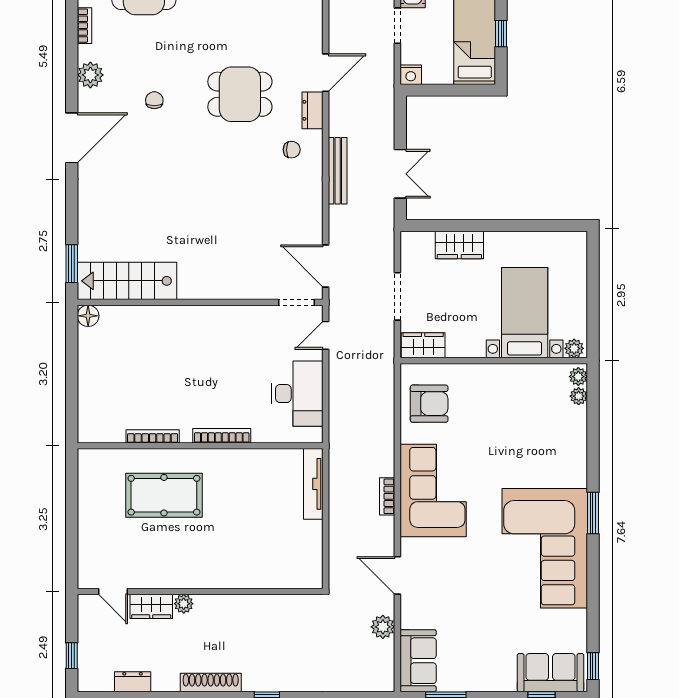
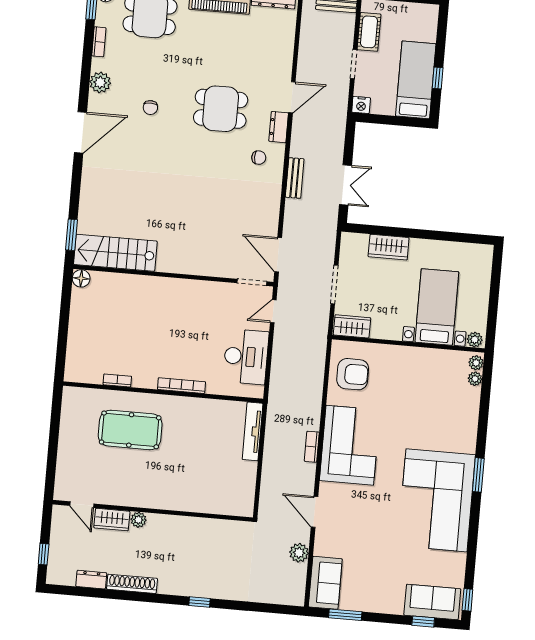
chair: (154, 100) -> (150, 108), turned 180
bench: (338, 171) -> (295, 178), width x0.73
bookcase: (153, 436) -> (117, 380), width x0.64
shoe rack: (211, 682) -> (132, 584), moved

